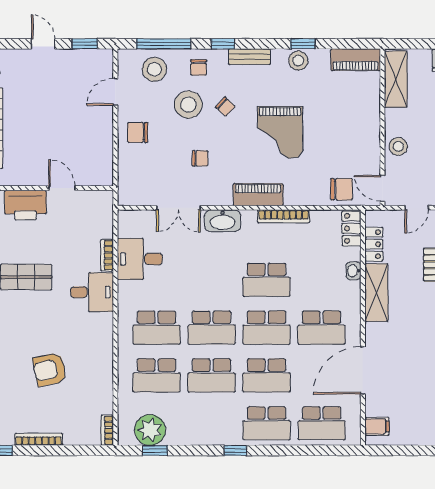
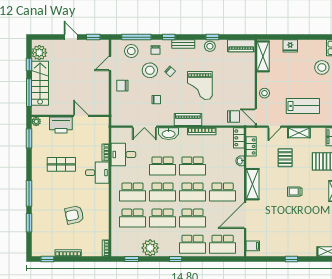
school desk: (212, 280) -> (163, 166), added
shelving: (376, 293) -> (253, 184), moved
plant: (150, 430) -> (150, 248), moved

